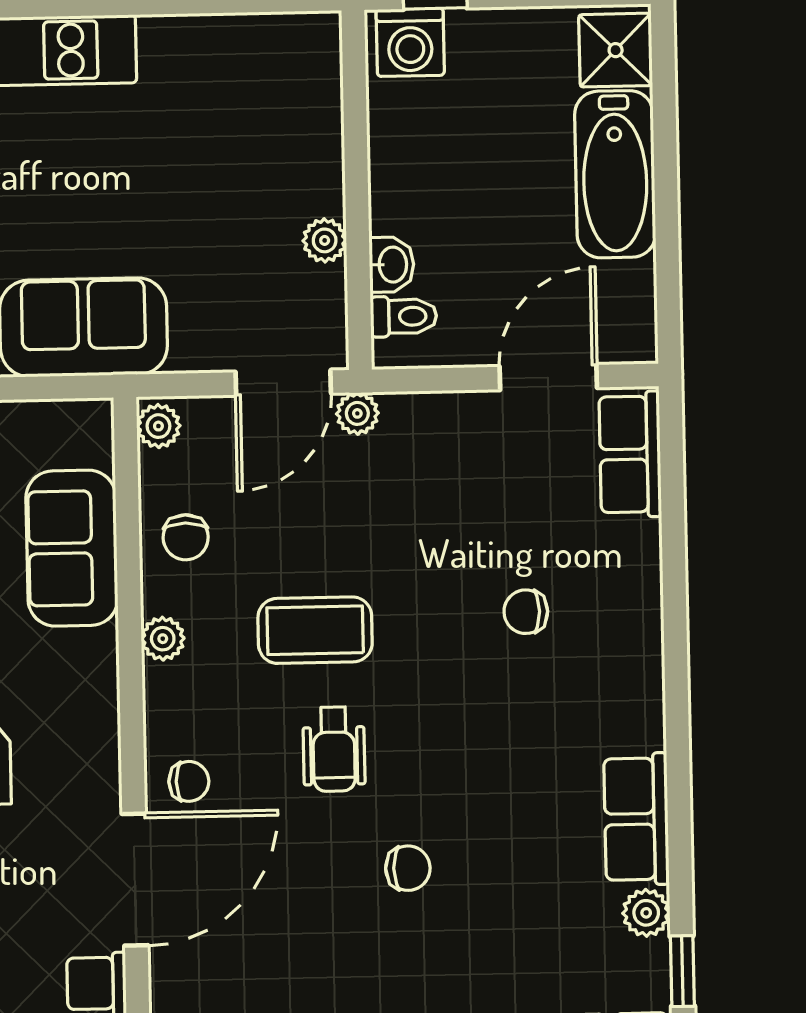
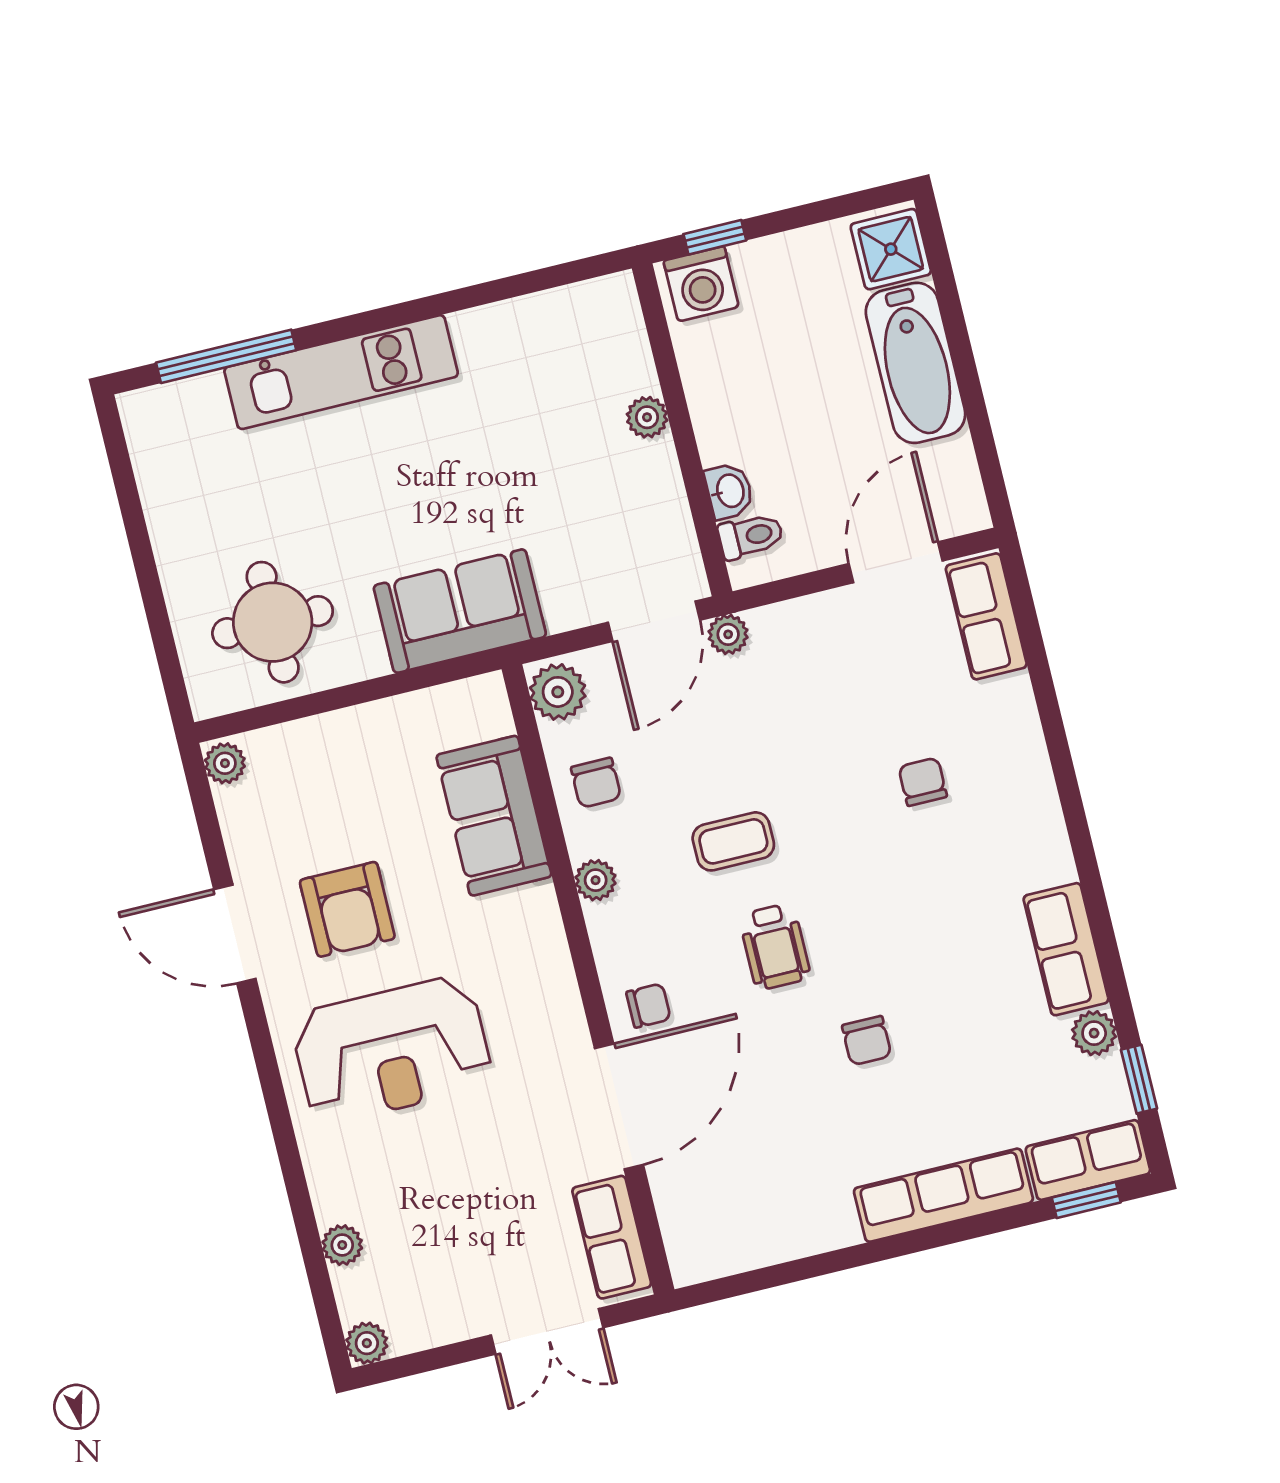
plant: (325, 240) -> (647, 417), moved
plant: (158, 426) -> (558, 692), width x1.38, depth x1.38
chair: (526, 612) -> (923, 782), turned 90
coffee table: (315, 630) -> (733, 841), width x0.73, depth x0.77
chair: (408, 868) -> (867, 1041), turned 90

